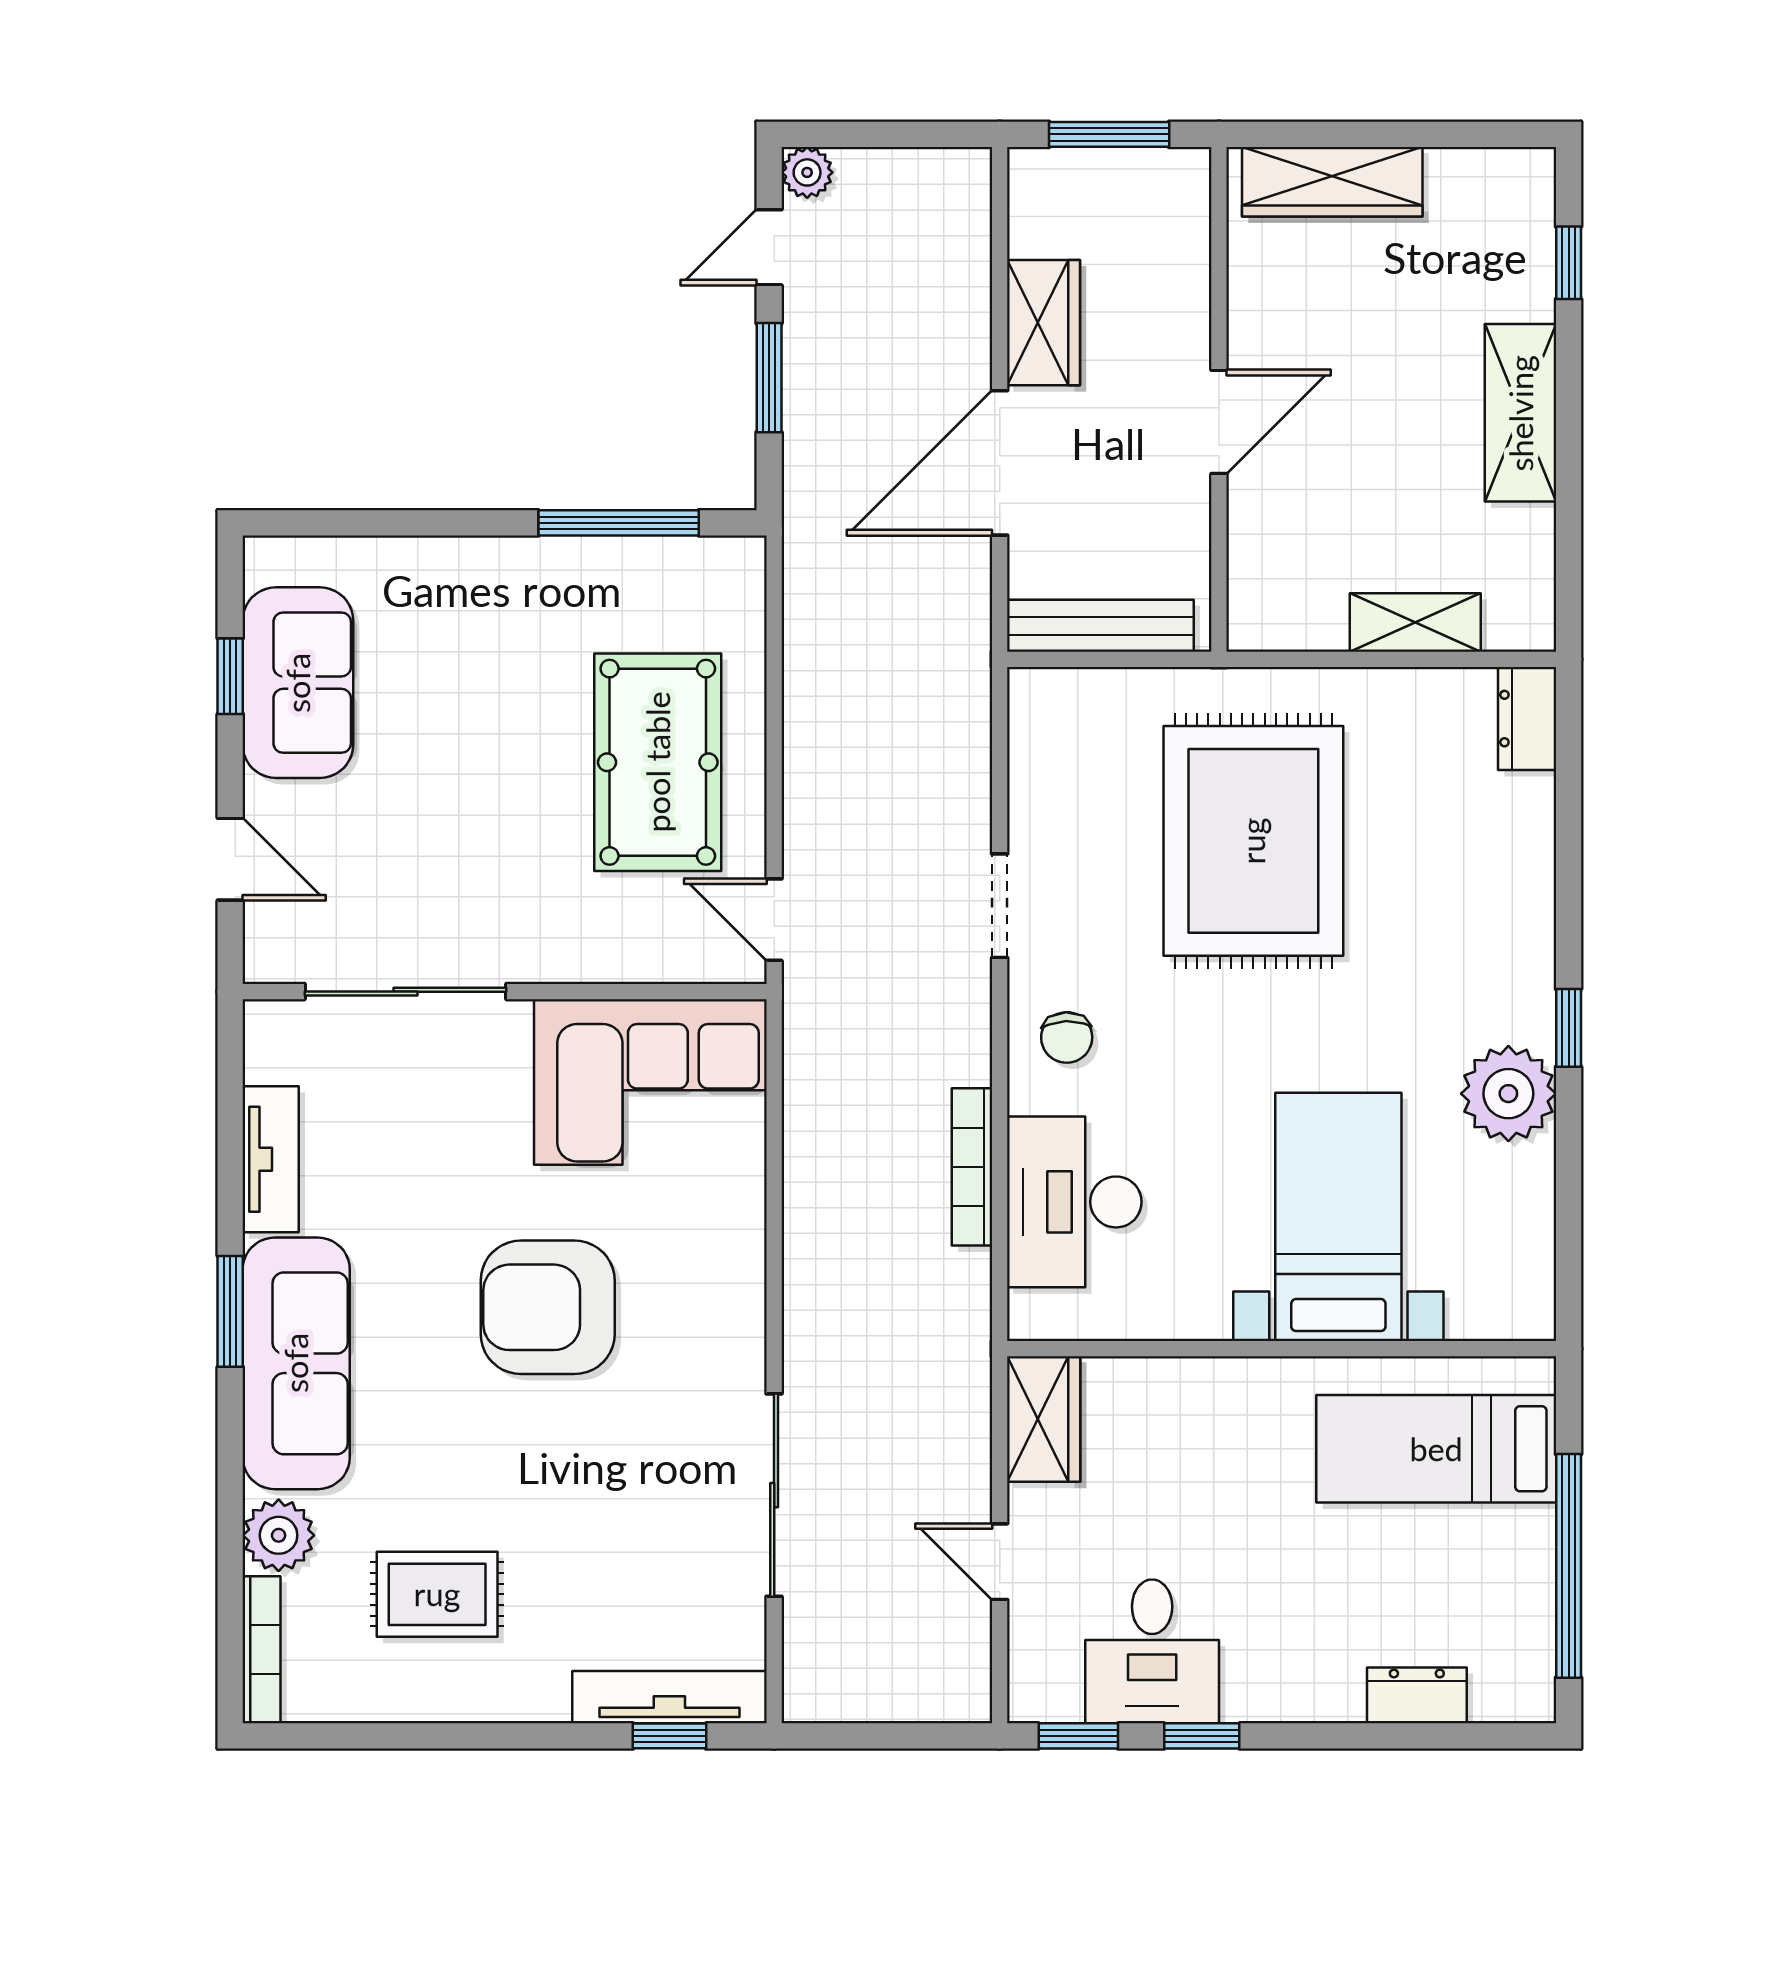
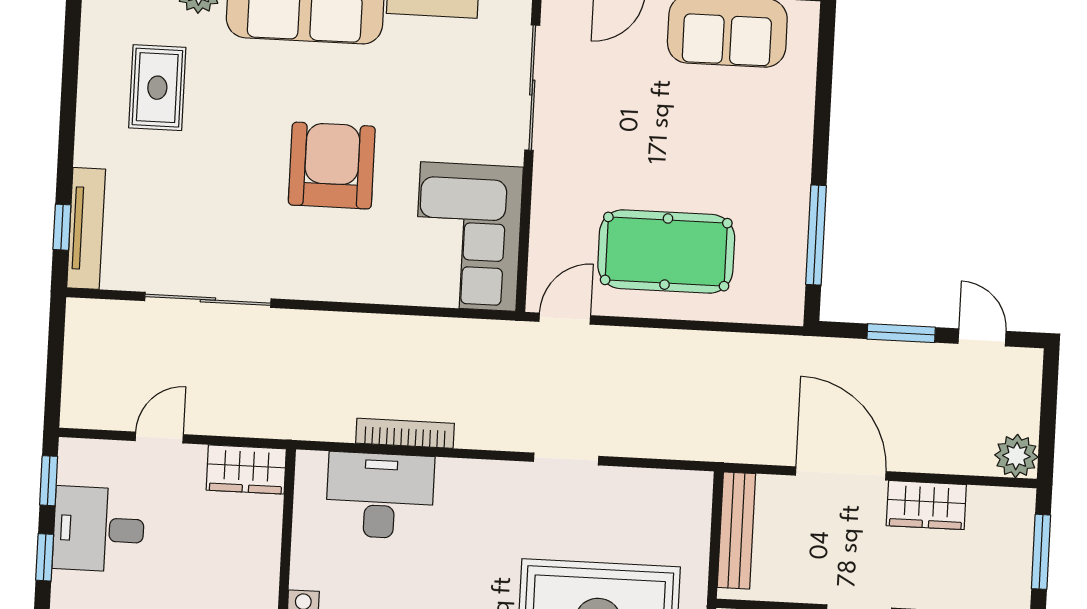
plant: (807, 172) -> (1016, 456), moved, width x1.38, depth x1.38
chair: (1067, 1037) -> (482, 496), removed

